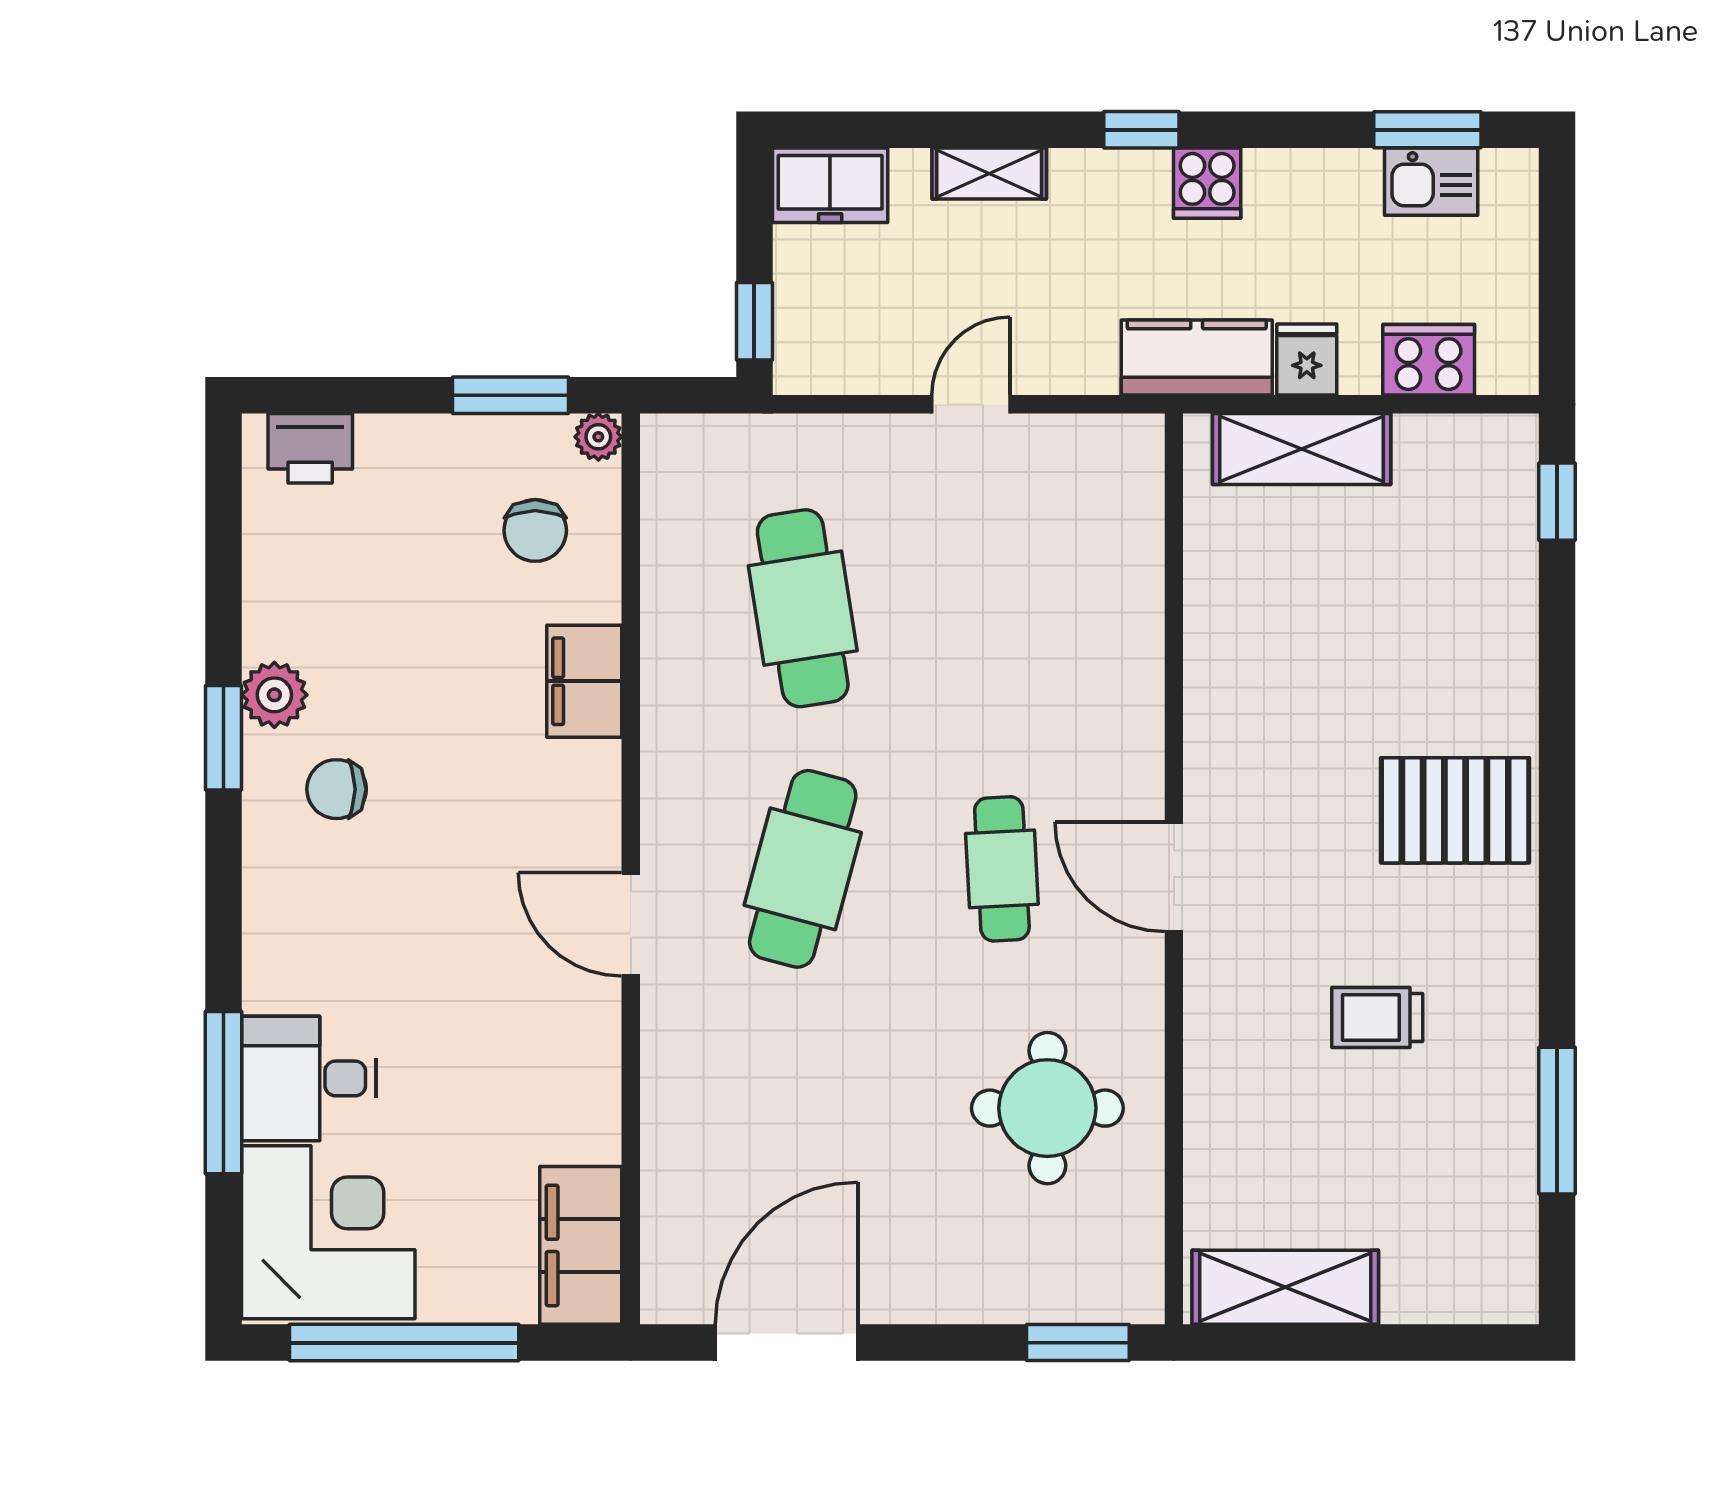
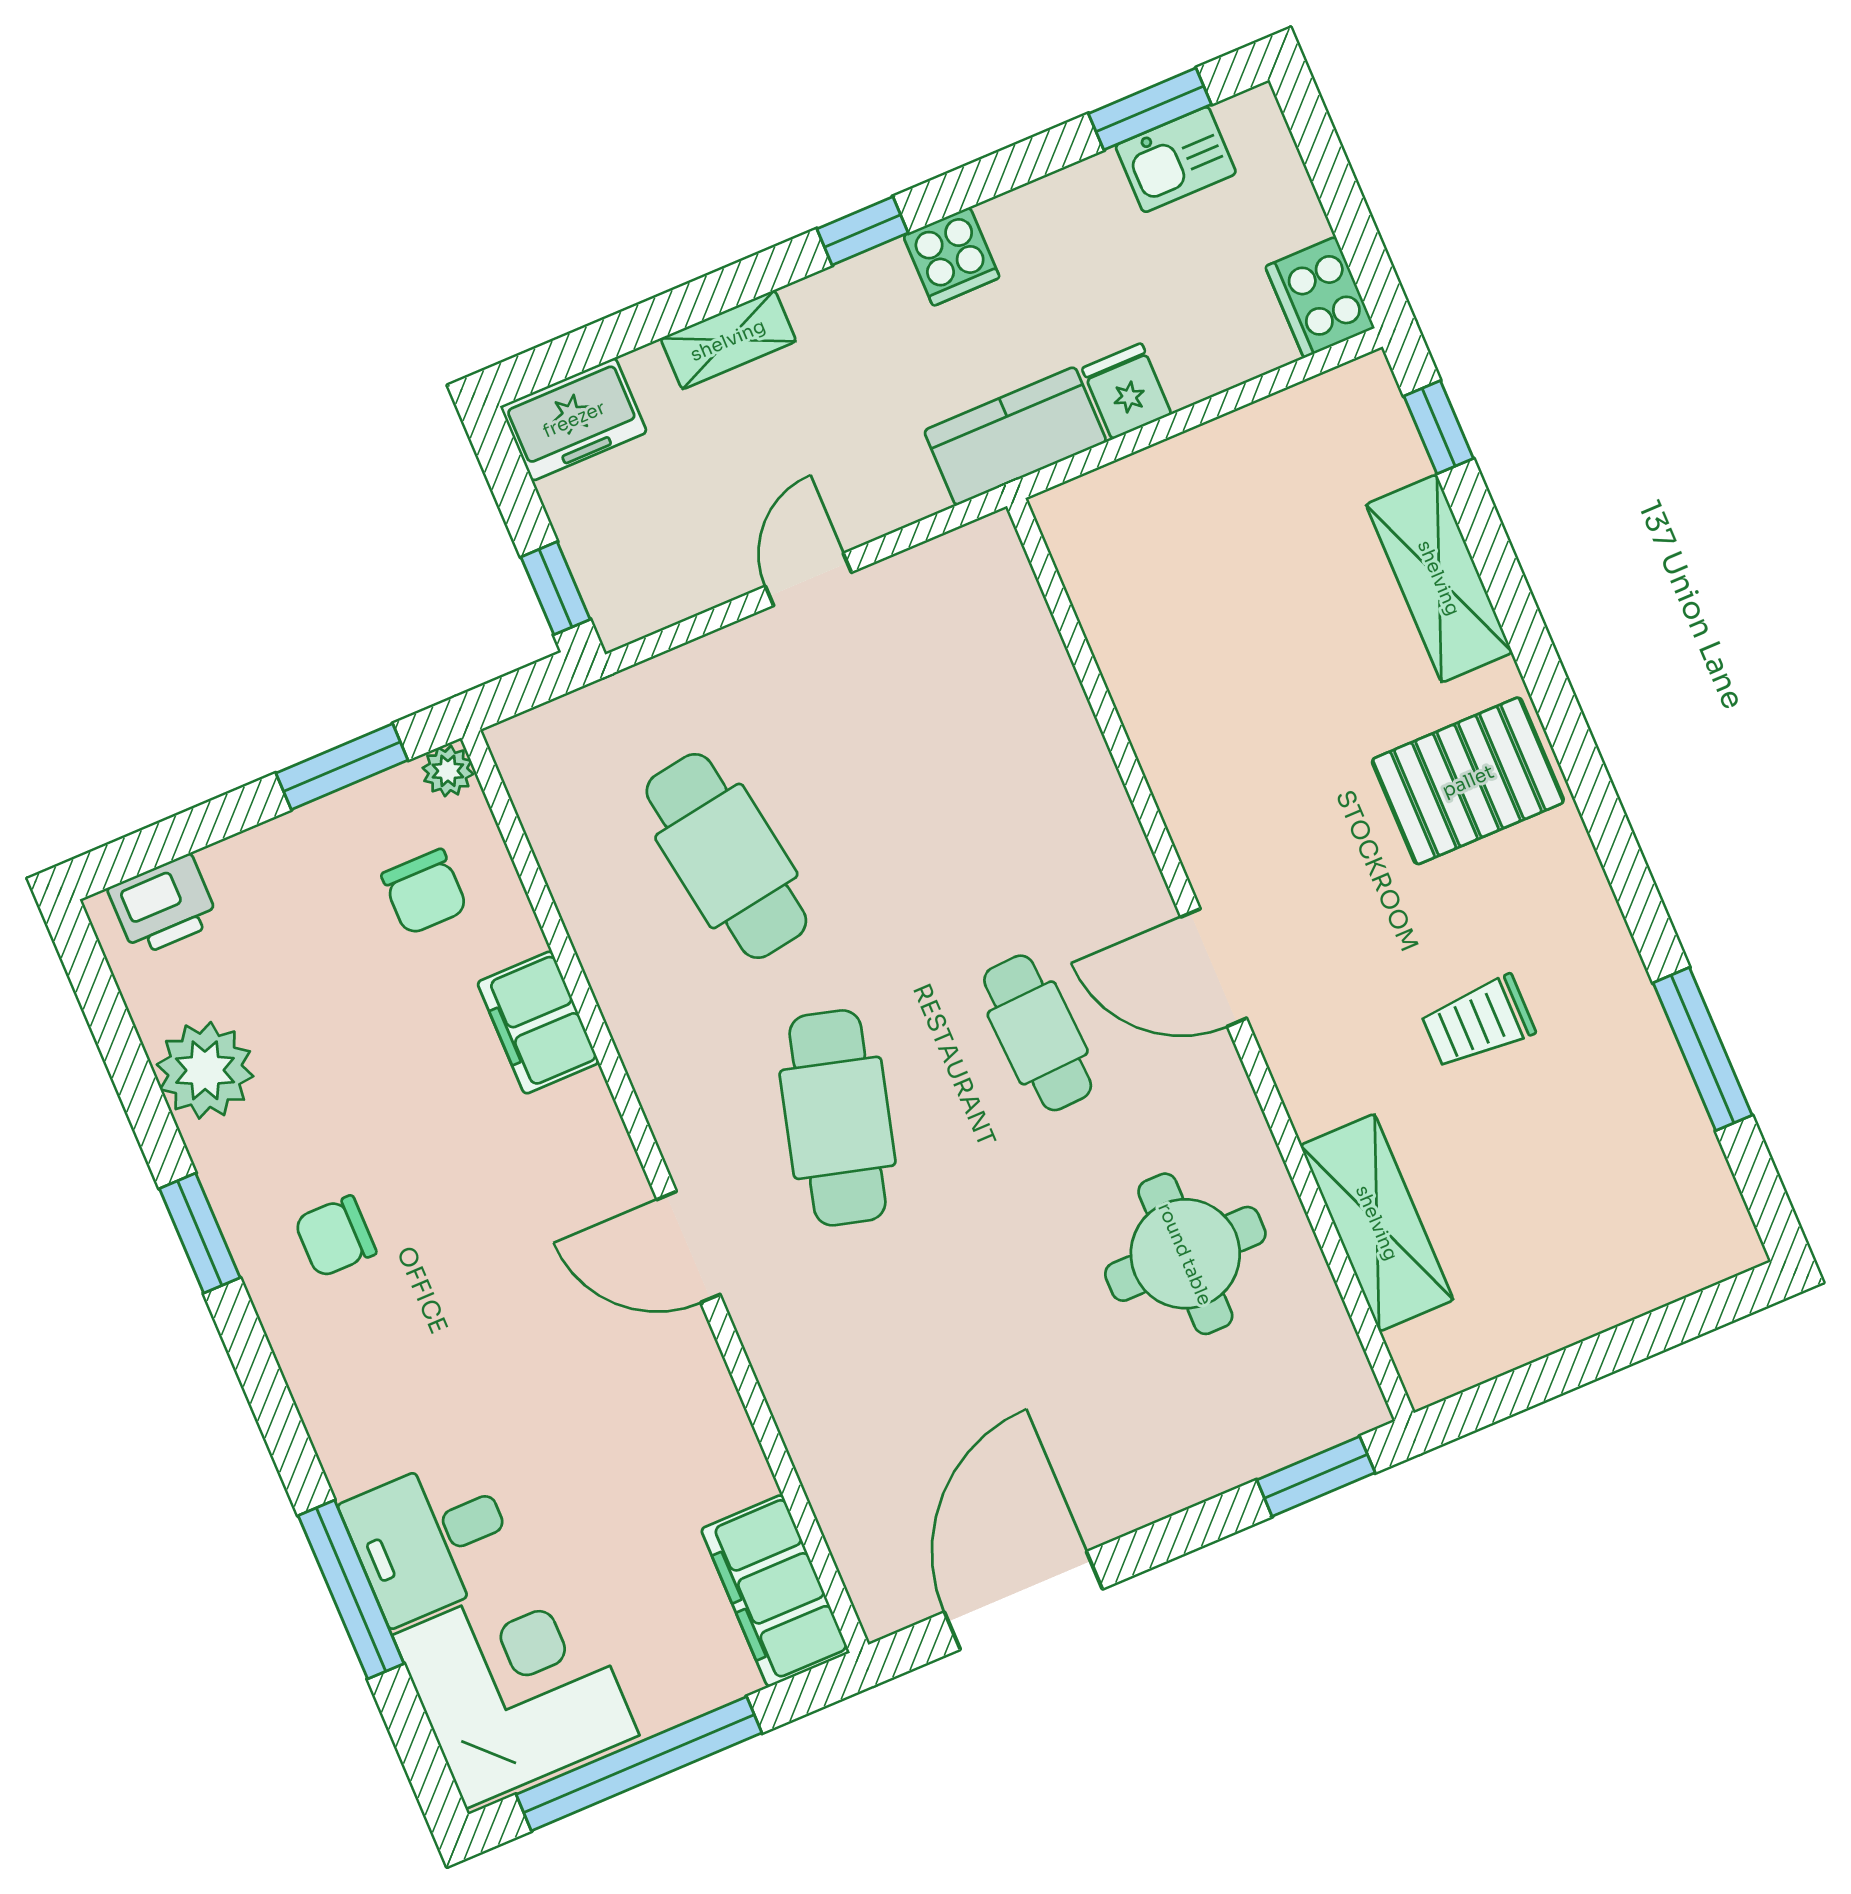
cooker: (1429, 360) -> (1320, 297), moved, turned -90
shelving: (1302, 449) -> (1439, 578), moved, turned 90
plant: (274, 695) -> (205, 1070), moved, width x1.36, depth x1.36
shelving: (1285, 1287) -> (1377, 1223), moved, turned 90

